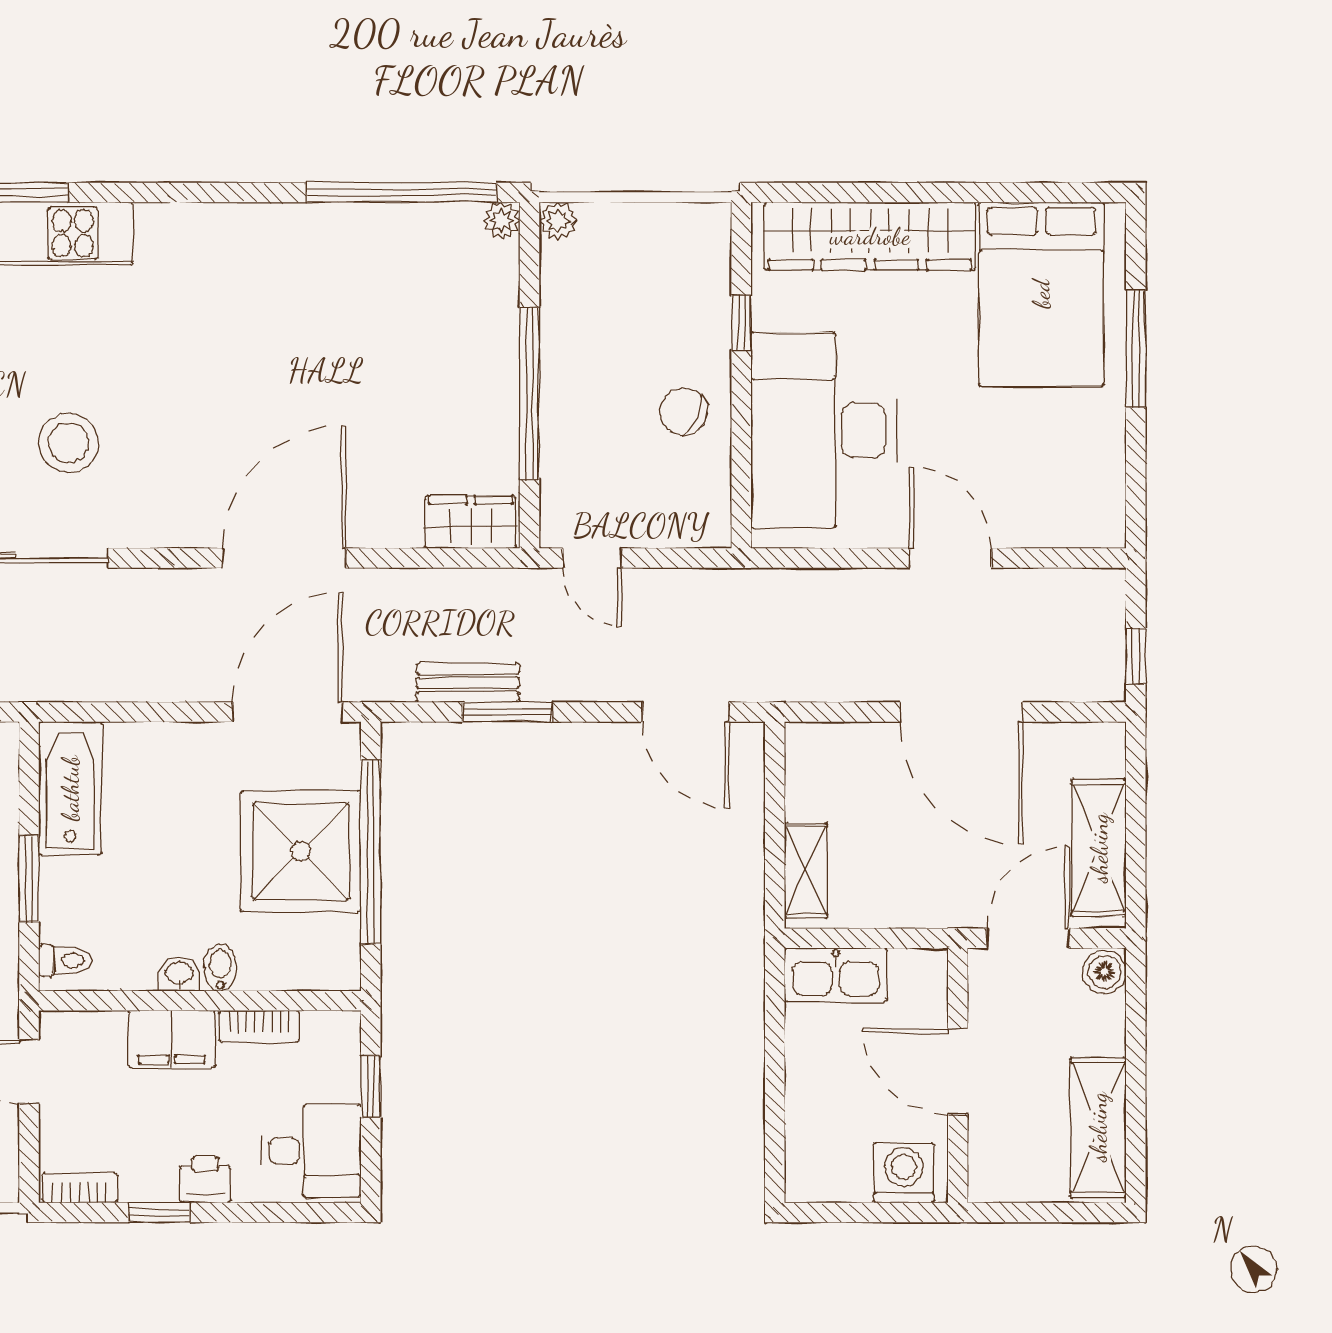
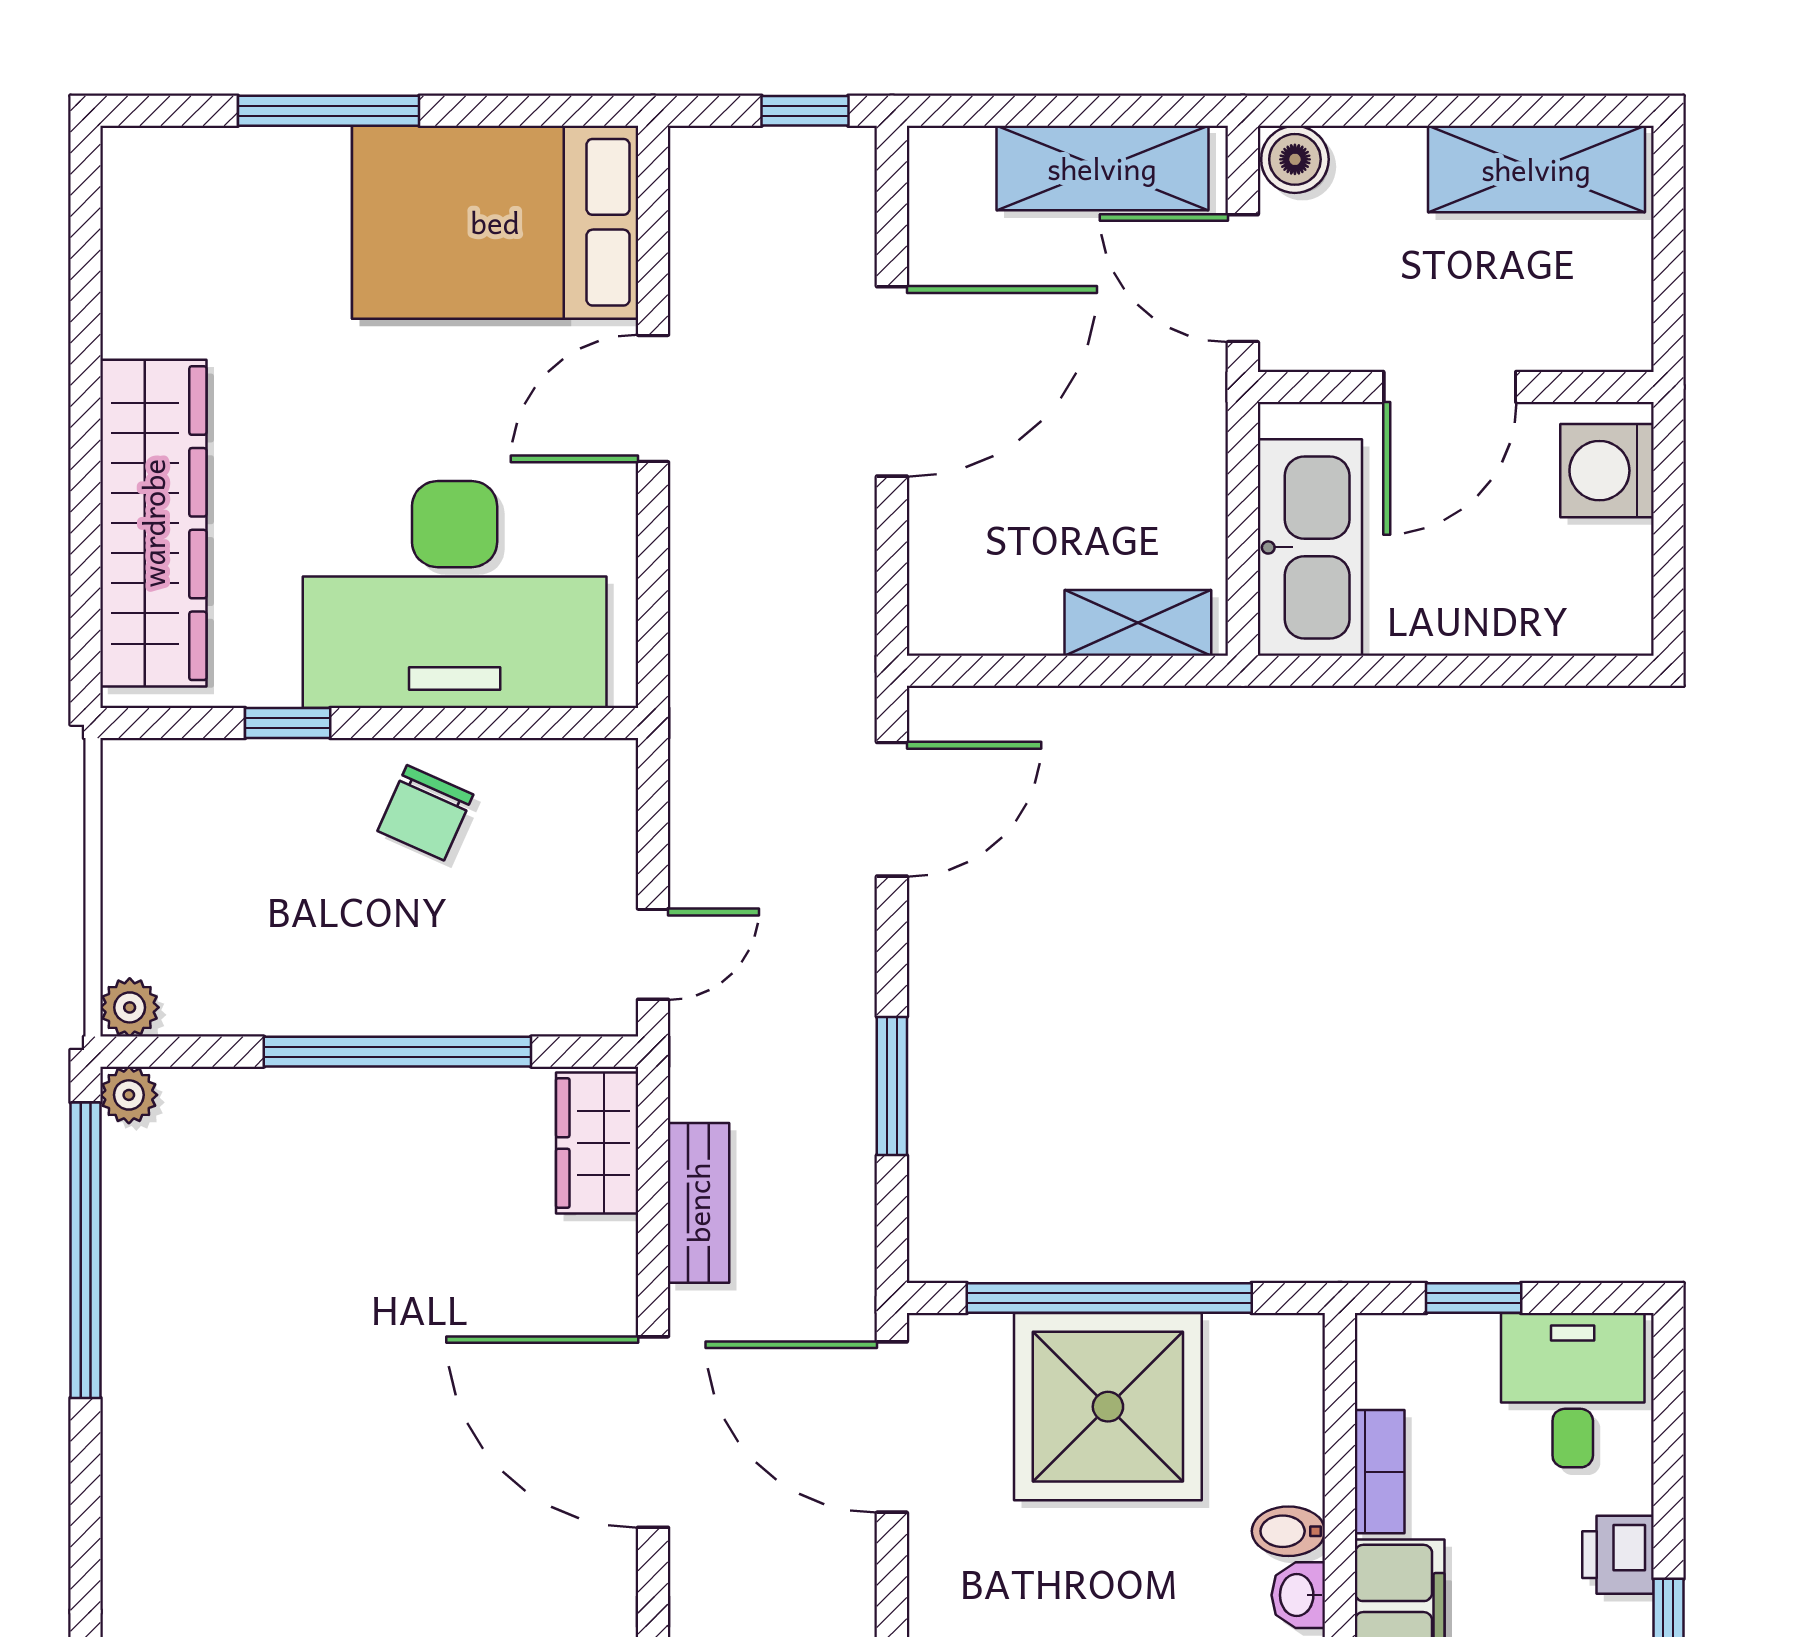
bed: (1041, 294) -> (495, 222), moved, turned 180
bench: (468, 683) -> (698, 1203), moved
kitchen sink: (836, 975) -> (1310, 547), width x1.36, depth x1.24

